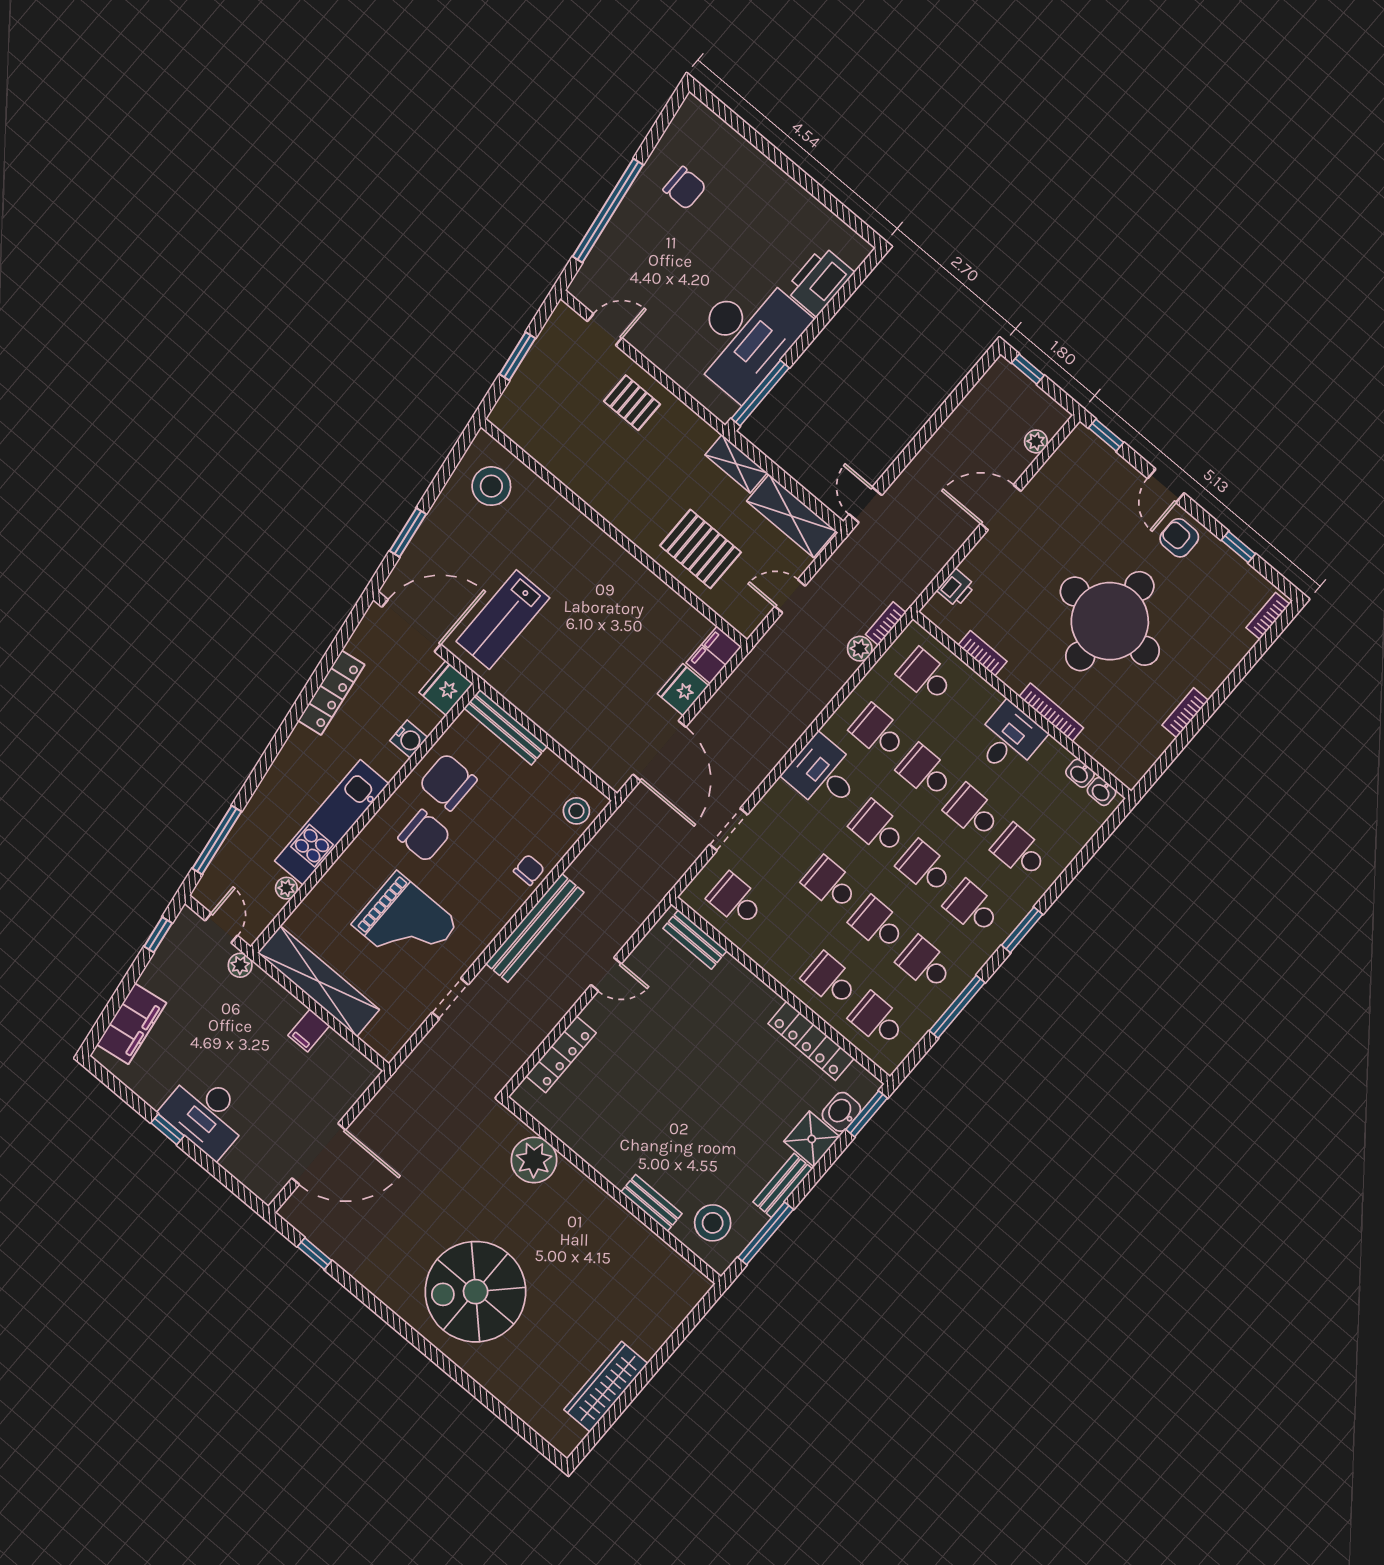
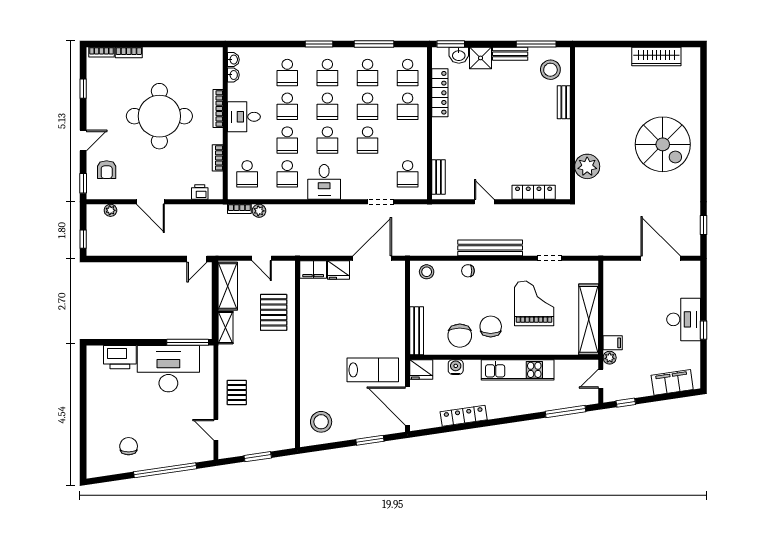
armchair: (1179, 538) -> (107, 170), moved
bookcase: (1185, 713) -> (129, 52), moved
plant: (286, 888) -> (561, 366), removed
filing cabinet: (309, 1030) -> (613, 343), moved

